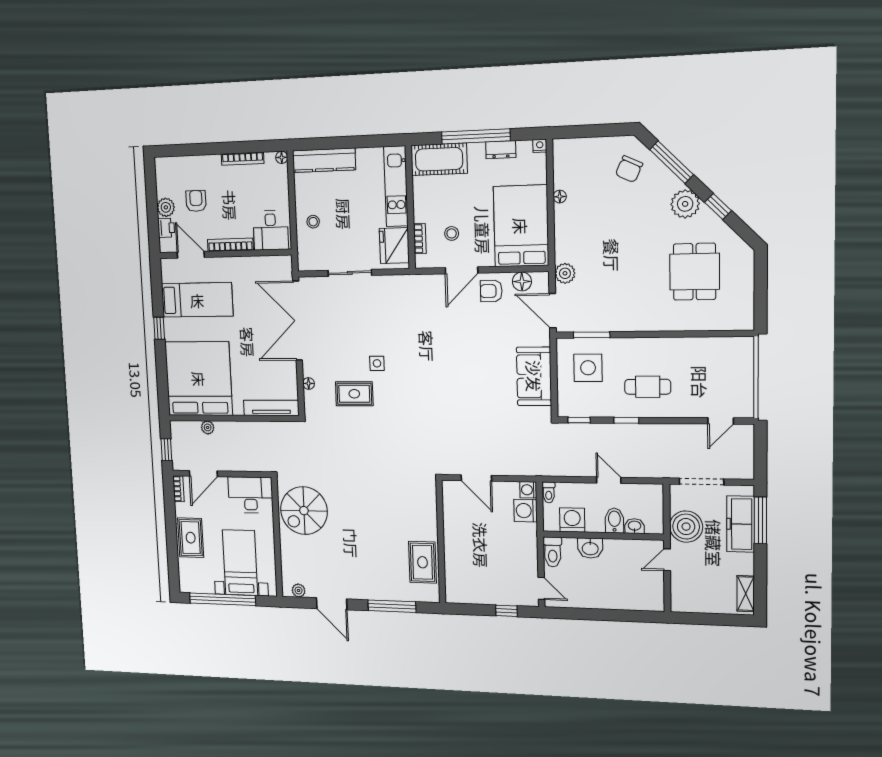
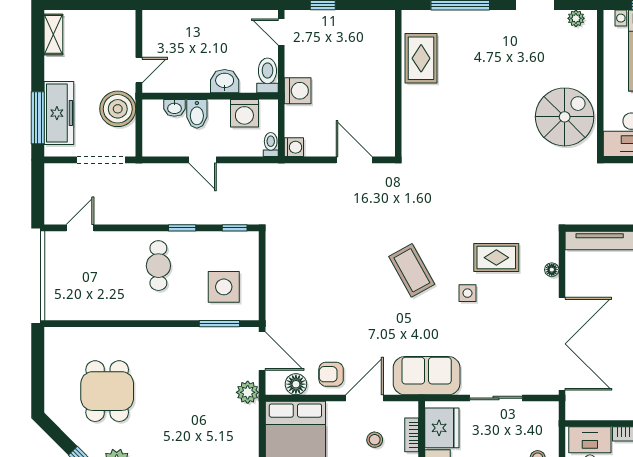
armchair: (491, 291) -> (331, 374), turned 180
sofa: (534, 376) -> (427, 376), moved, turned -90
coffee table: (424, 383) -> (412, 270), added
cafe table: (648, 387) -> (158, 266), turned 90
washing machine: (526, 511) -> (298, 91), moved

